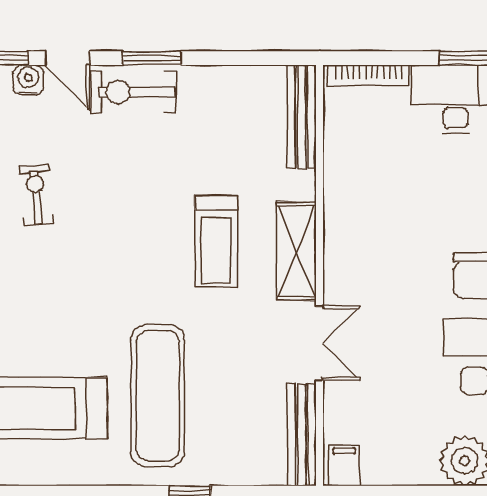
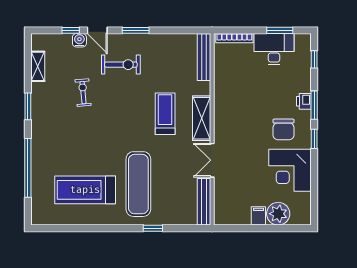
exercise bike: (133, 92) -> (121, 65), moved, turned 180
treadmill: (216, 241) -> (165, 114), turned 180
double door: (320, 343) -> (212, 160), swing flipped
filing cabinet: (344, 465) -> (258, 216), moved

